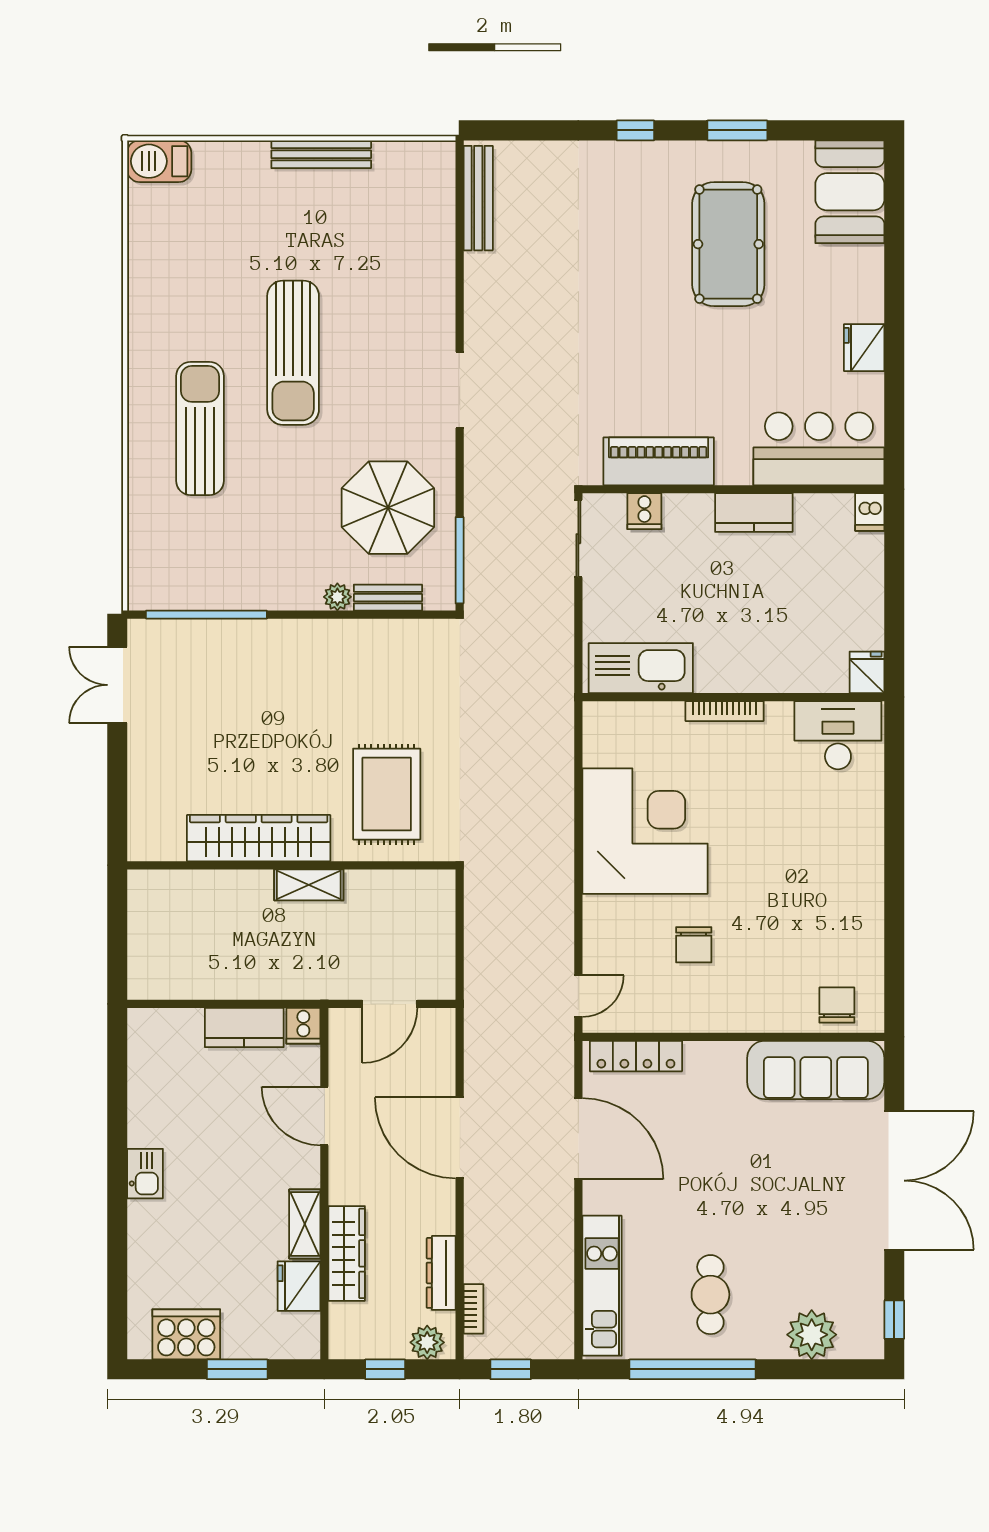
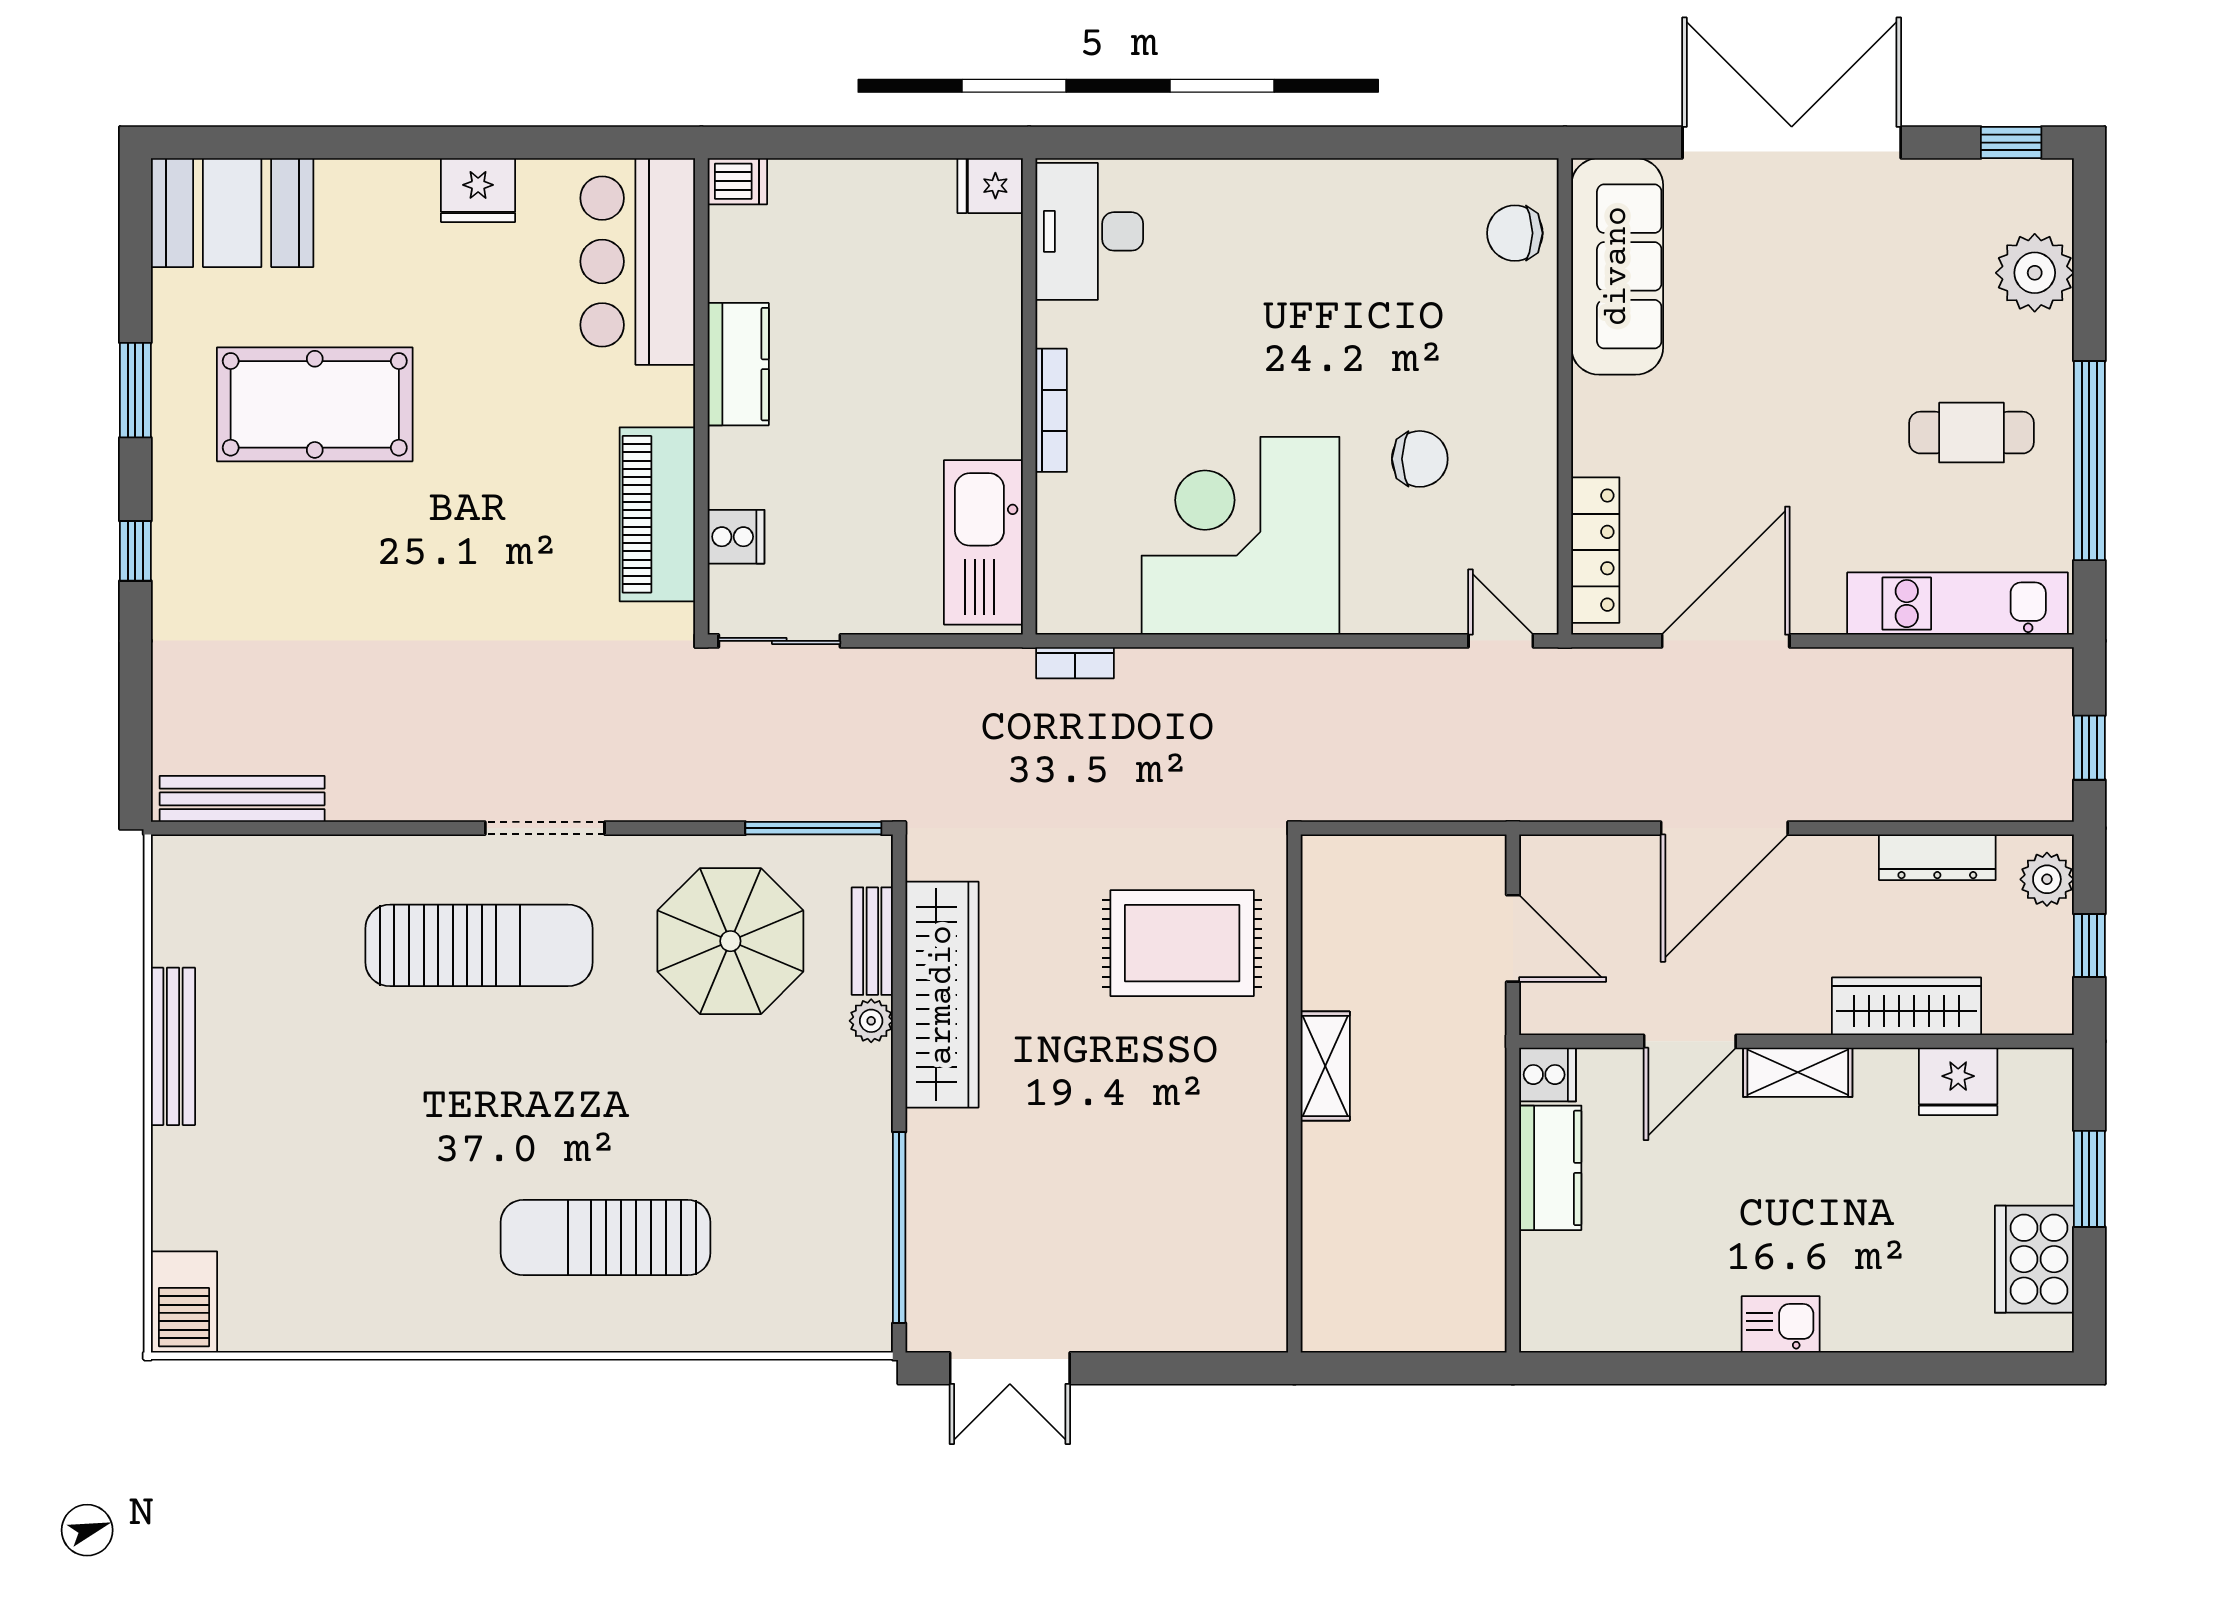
sun lounger: (293, 353) -> (479, 945), moved
wardrobe: (259, 838) -> (942, 995), moved, turned 180
shelving: (305, 1224) -> (1798, 1072), moved
bookcase: (473, 1309) -> (1075, 663), moved, turned 180

